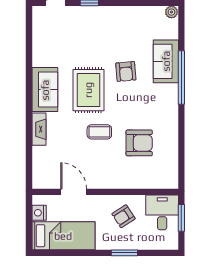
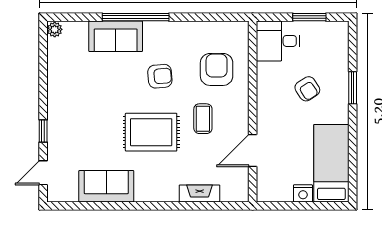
armchair: (126, 71) -> (160, 76), moved
sofa: (45, 90) -> (106, 186), moved
door: (74, 192) -> (253, 151), moved
wall: (105, 192) -> (253, 111), moved
desk: (162, 212) -> (278, 41), moved

